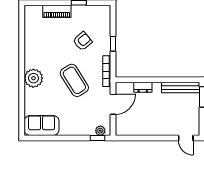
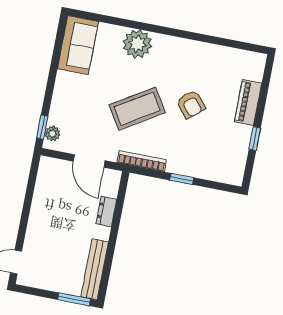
armchair: (82, 41) -> (191, 104), moved
plant: (33, 78) -> (137, 44), moved

